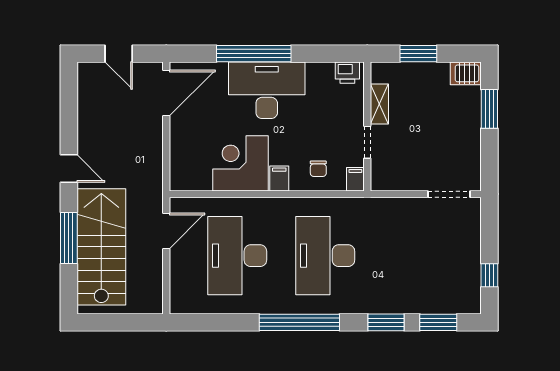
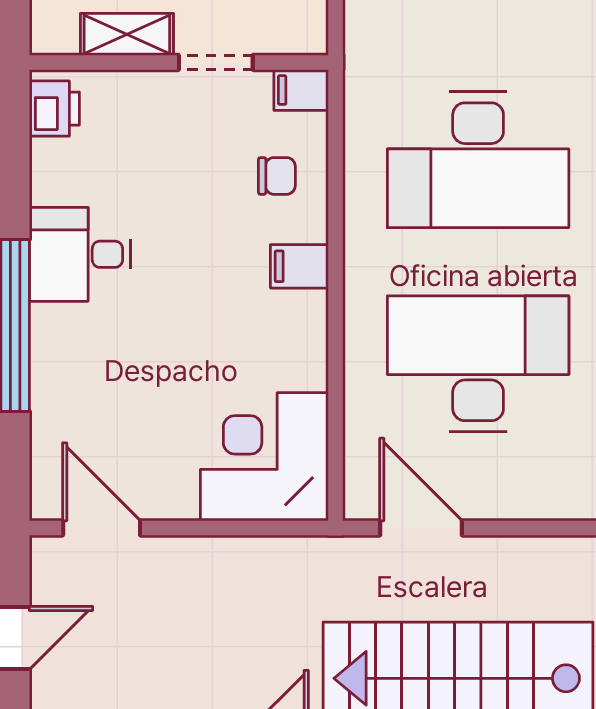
desk: (267, 90) -> (80, 254), width x0.53, depth x0.77
door: (166, 93) -> (102, 528), width x0.73
corner desk: (241, 163) -> (264, 457), moved, turned 90
desk: (237, 256) -> (478, 364), turned 180

